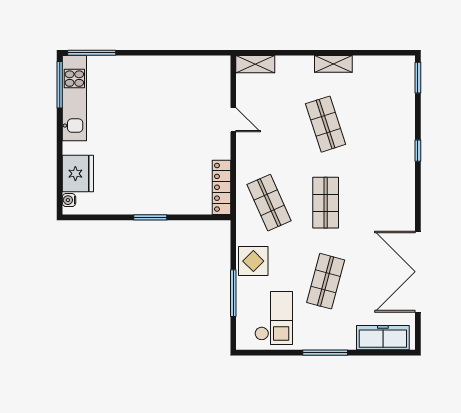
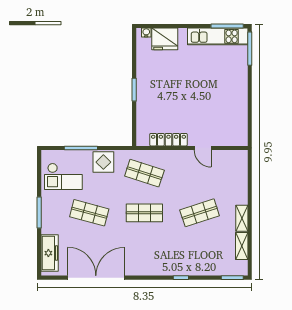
shelving: (255, 64) -> (242, 246), moved
door: (233, 120) -> (203, 148), hinge flipped
locker: (221, 187) -> (168, 140), moved
shop shelf: (269, 203) -> (144, 173), turned 42

